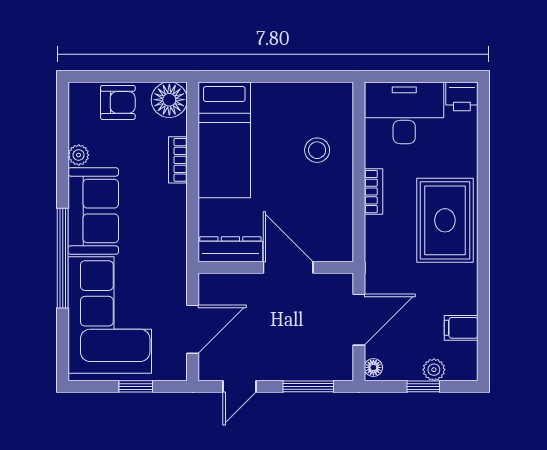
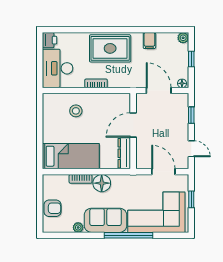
floor lamp: (169, 100) -> (102, 183), moved
armchair: (118, 102) -> (52, 208), turned 90
filing cabinet: (461, 328) -> (149, 41), moved
plant: (434, 370) -> (183, 38), moved
window: (308, 386) -> (191, 115), width x0.67

